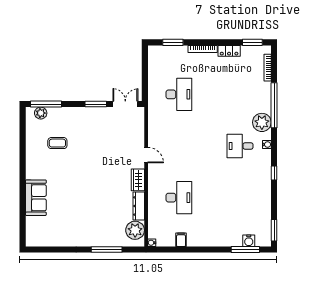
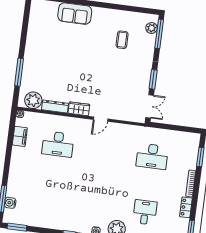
desk: (240, 146) -> (145, 212), moved
filing cabinet: (181, 240) -> (20, 136), width x2.00

